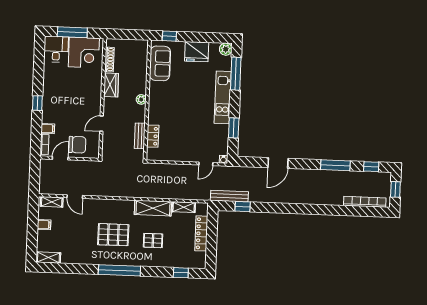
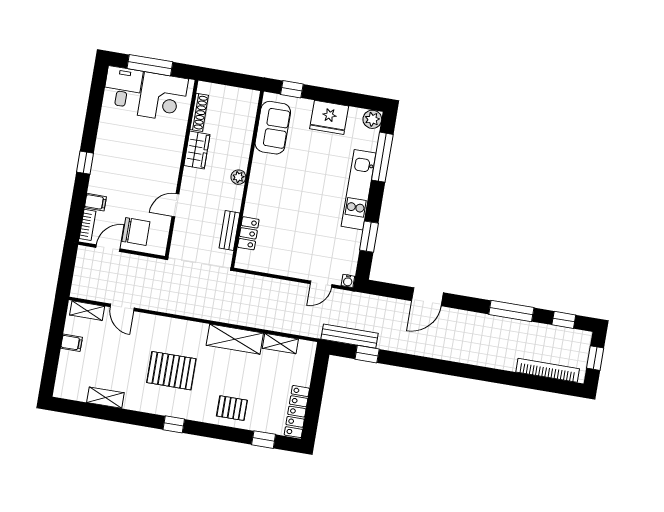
locker: (201, 233) -> (297, 412), moved
pallet: (153, 241) -> (232, 408), moved
shelving: (48, 258) -> (105, 398), moved
window: (119, 270) -> (174, 424), width x0.32

